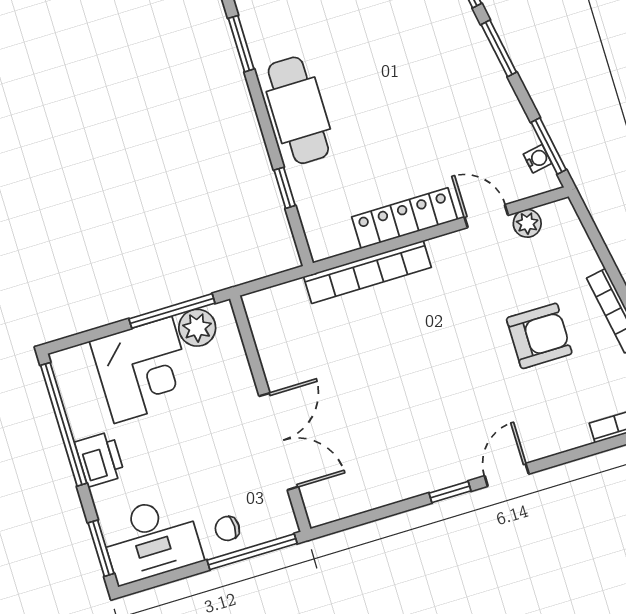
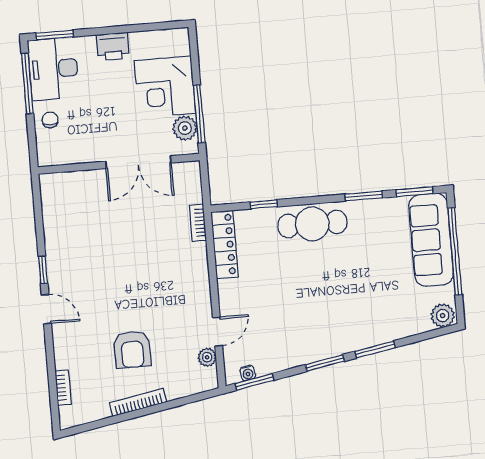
locker: (405, 218) -> (225, 245), moved
bookcase: (367, 272) -> (198, 223), width x0.43, depth x0.76
window: (64, 424) -> (140, 28), removed
double door: (279, 441) -> (138, 162), moved
window: (252, 552) -> (27, 83), moved

